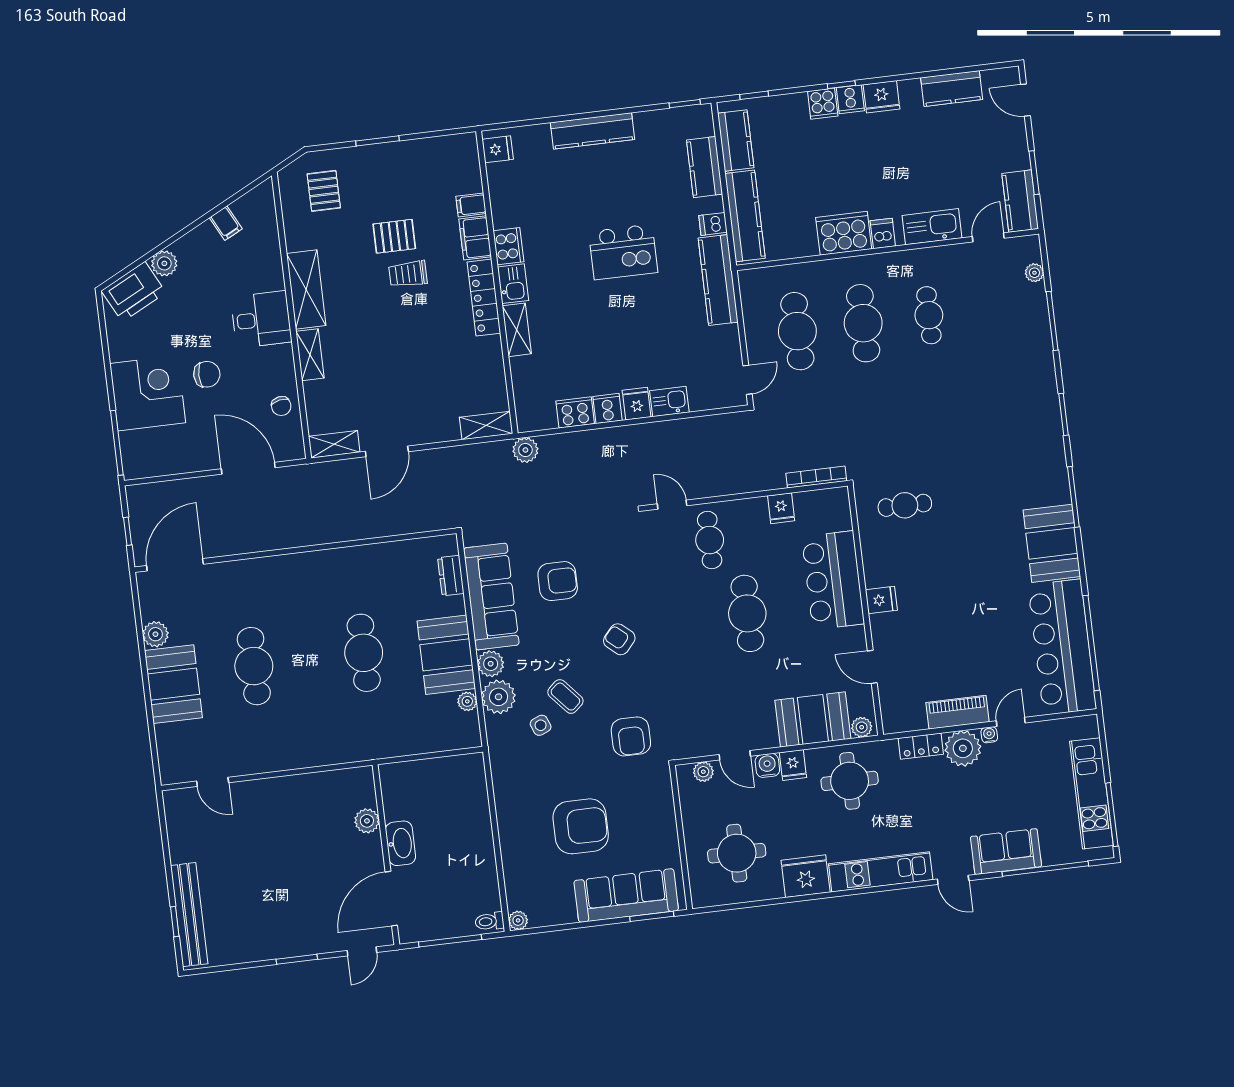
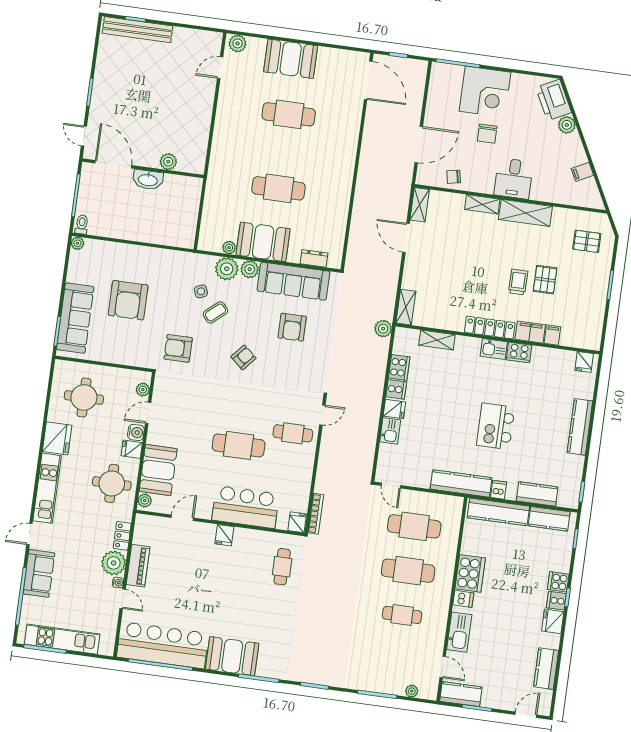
shelving: (517, 330) -> (437, 340), moved
fridge: (781, 508) -> (297, 522), moved, turned 90
plant: (155, 634) -> (238, 43), moved

